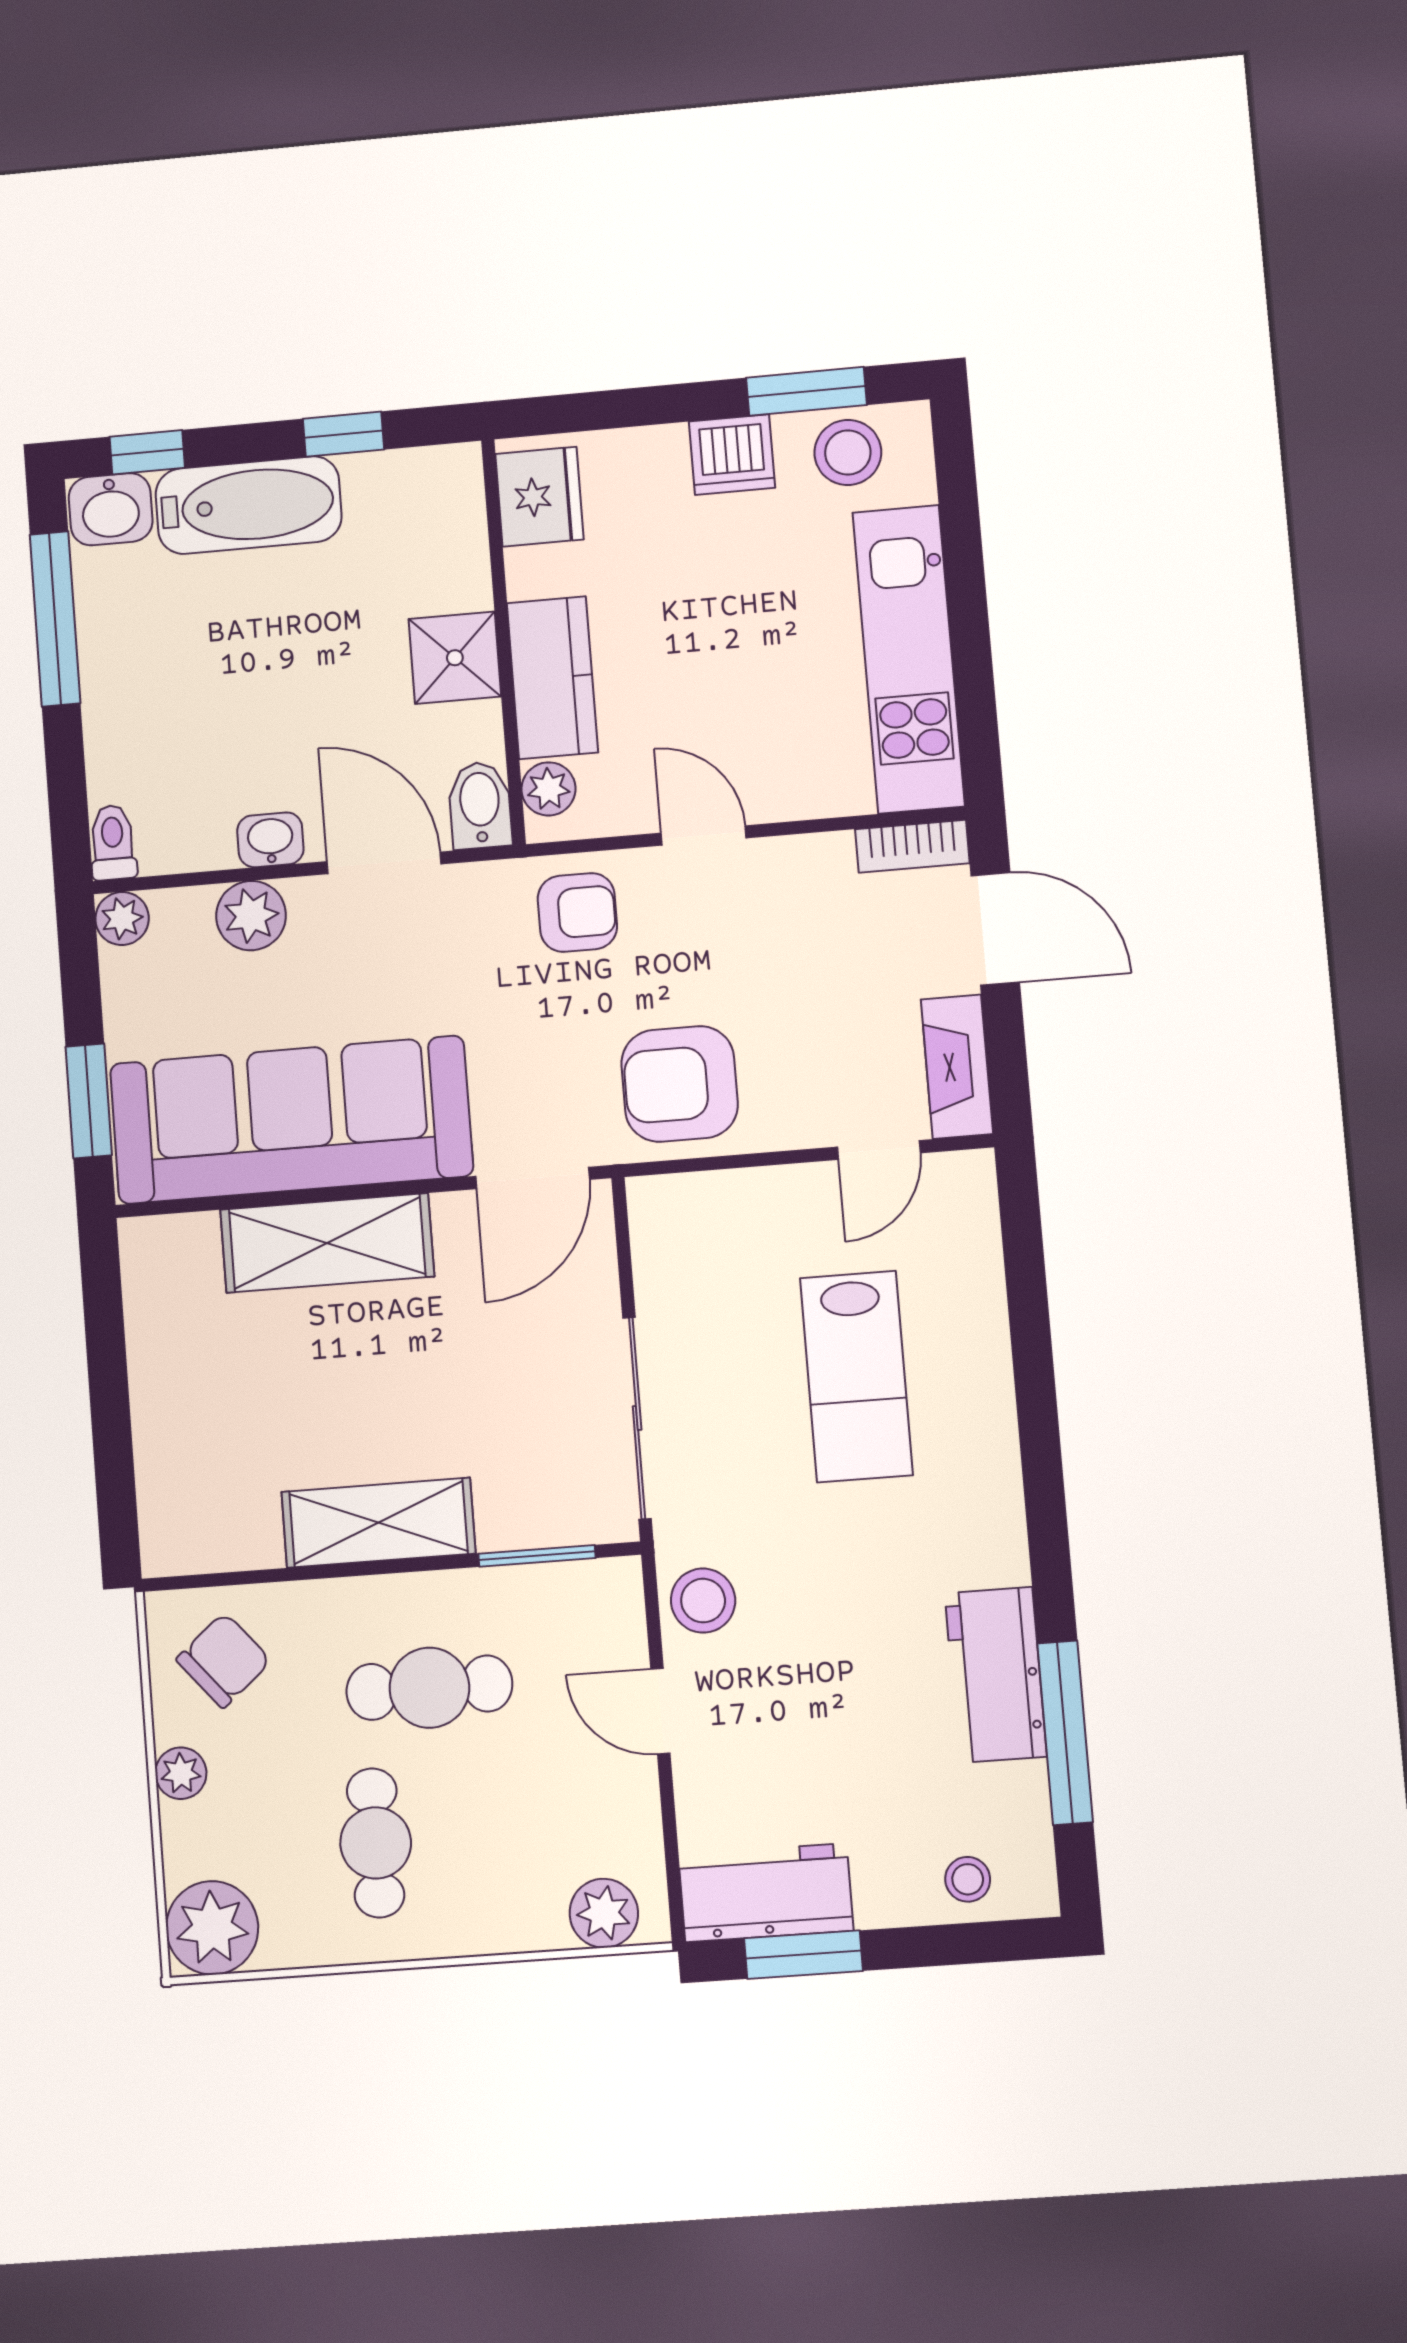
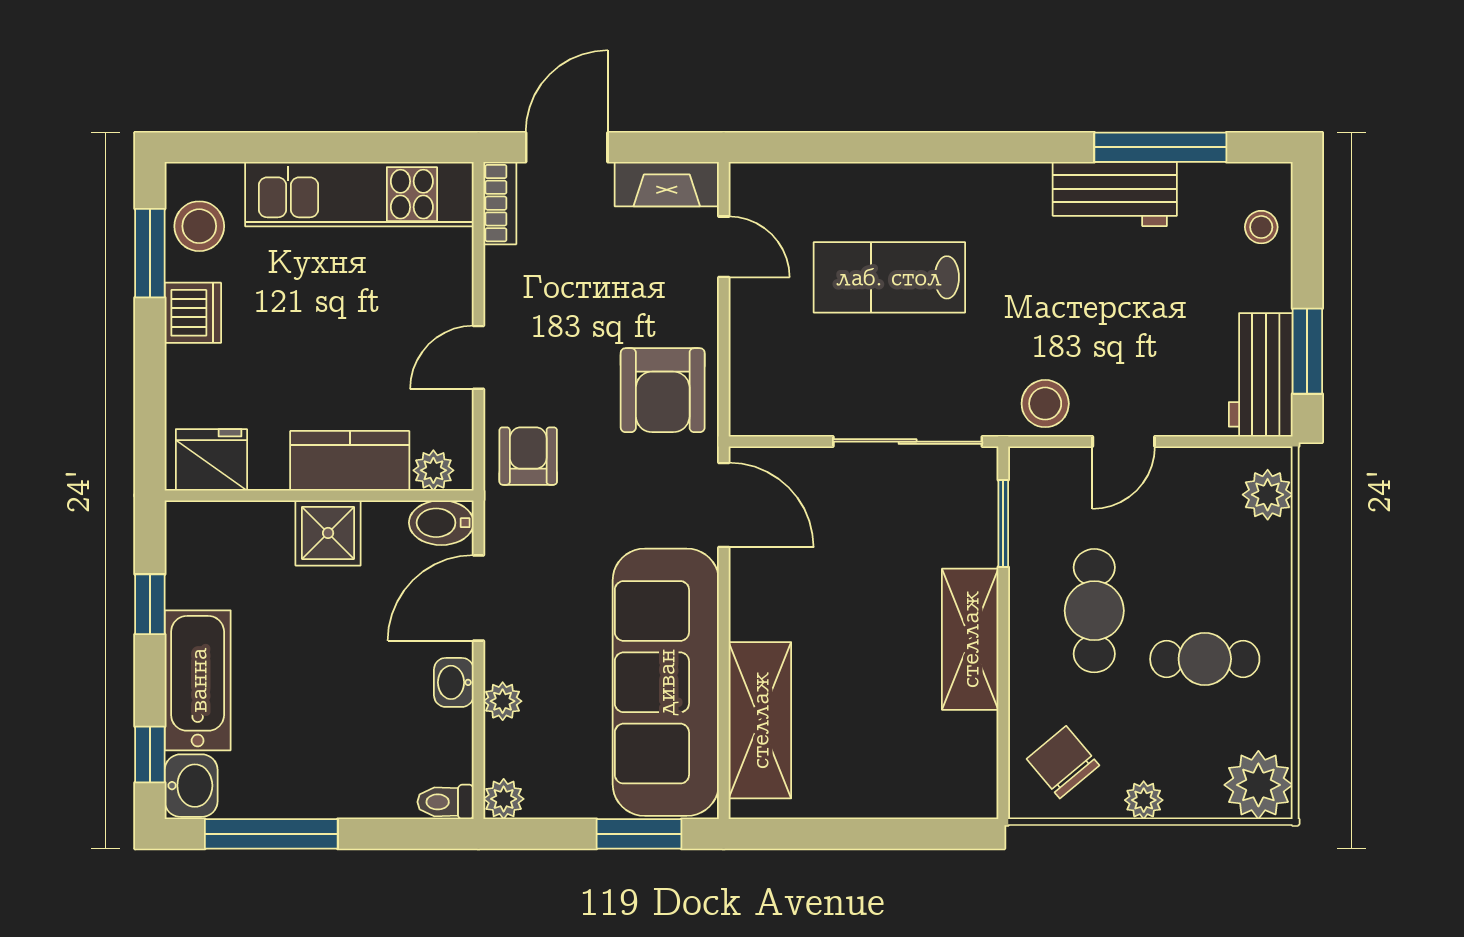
plant: (251, 916) -> (503, 701), width x0.73, depth x0.73
shelving: (327, 1243) -> (760, 720), moved
lab bench: (856, 1376) -> (889, 277), turned 180

